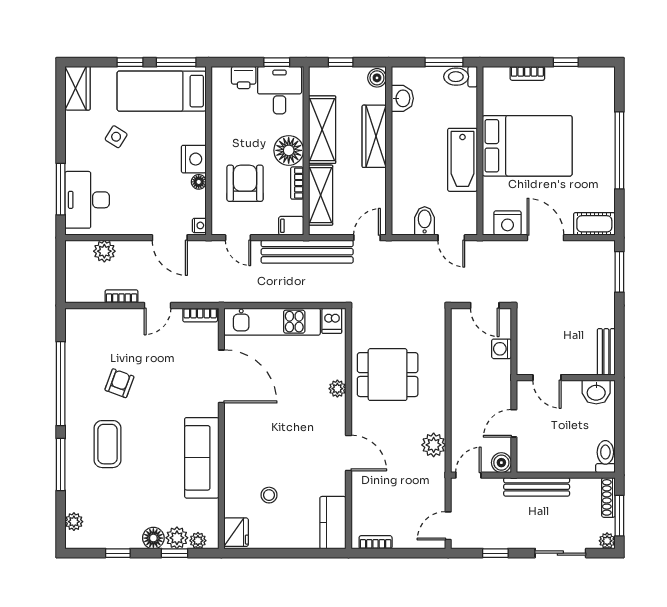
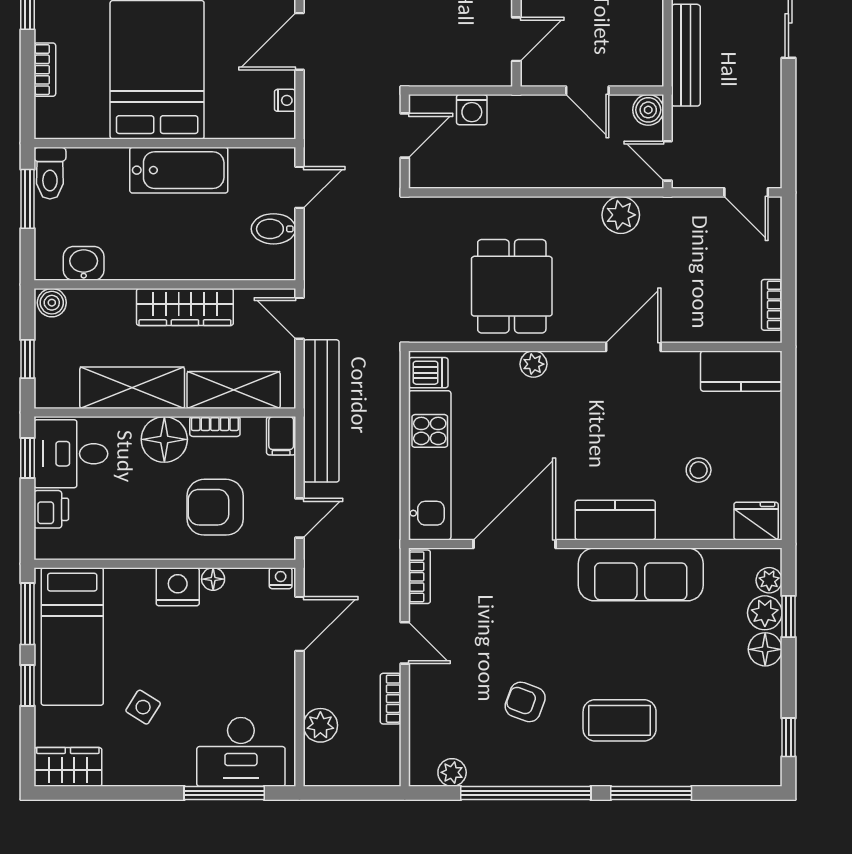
wardrobe: (374, 136) -> (185, 307), moved
nightstand: (507, 223) -> (285, 100), width x0.53, depth x0.56
kitchen counter: (237, 441) -> (615, 520), added
plant: (74, 522) -> (452, 772), moved
window: (118, 553) -> (788, 737), moved
window: (495, 553) -> (788, 119), removed

